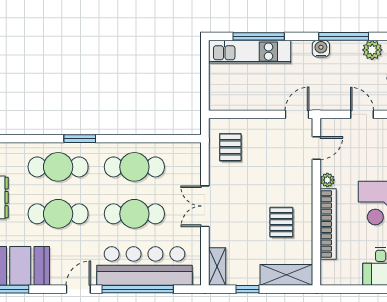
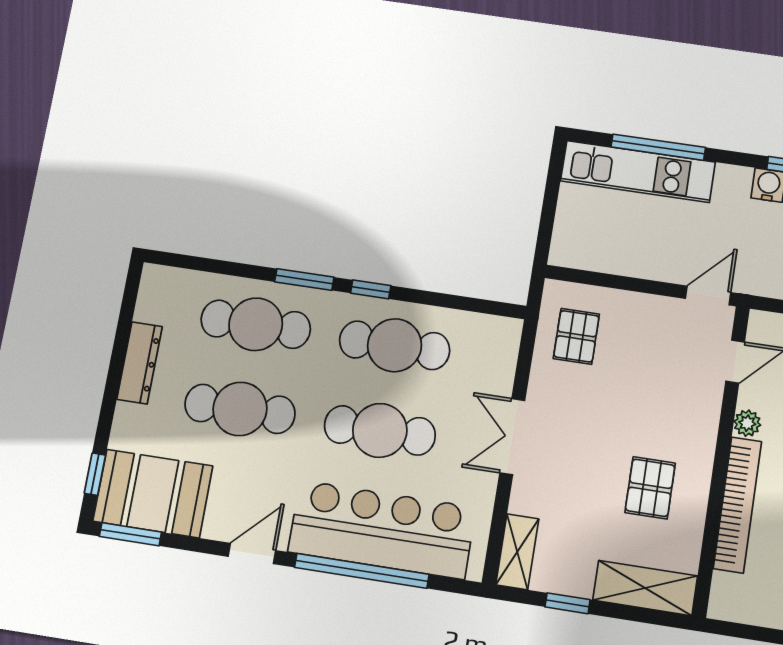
window: (116, 139) -> (371, 289), added

